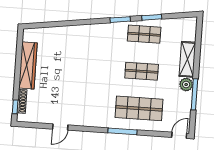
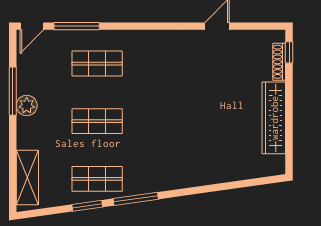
window: (120, 20) -> (136, 199), width x1.44
shelving: (187, 59) -> (27, 177), moved
shop shelf: (139, 108) -> (97, 64), width x0.70, depth x0.74
window: (122, 131) -> (77, 26), moved

